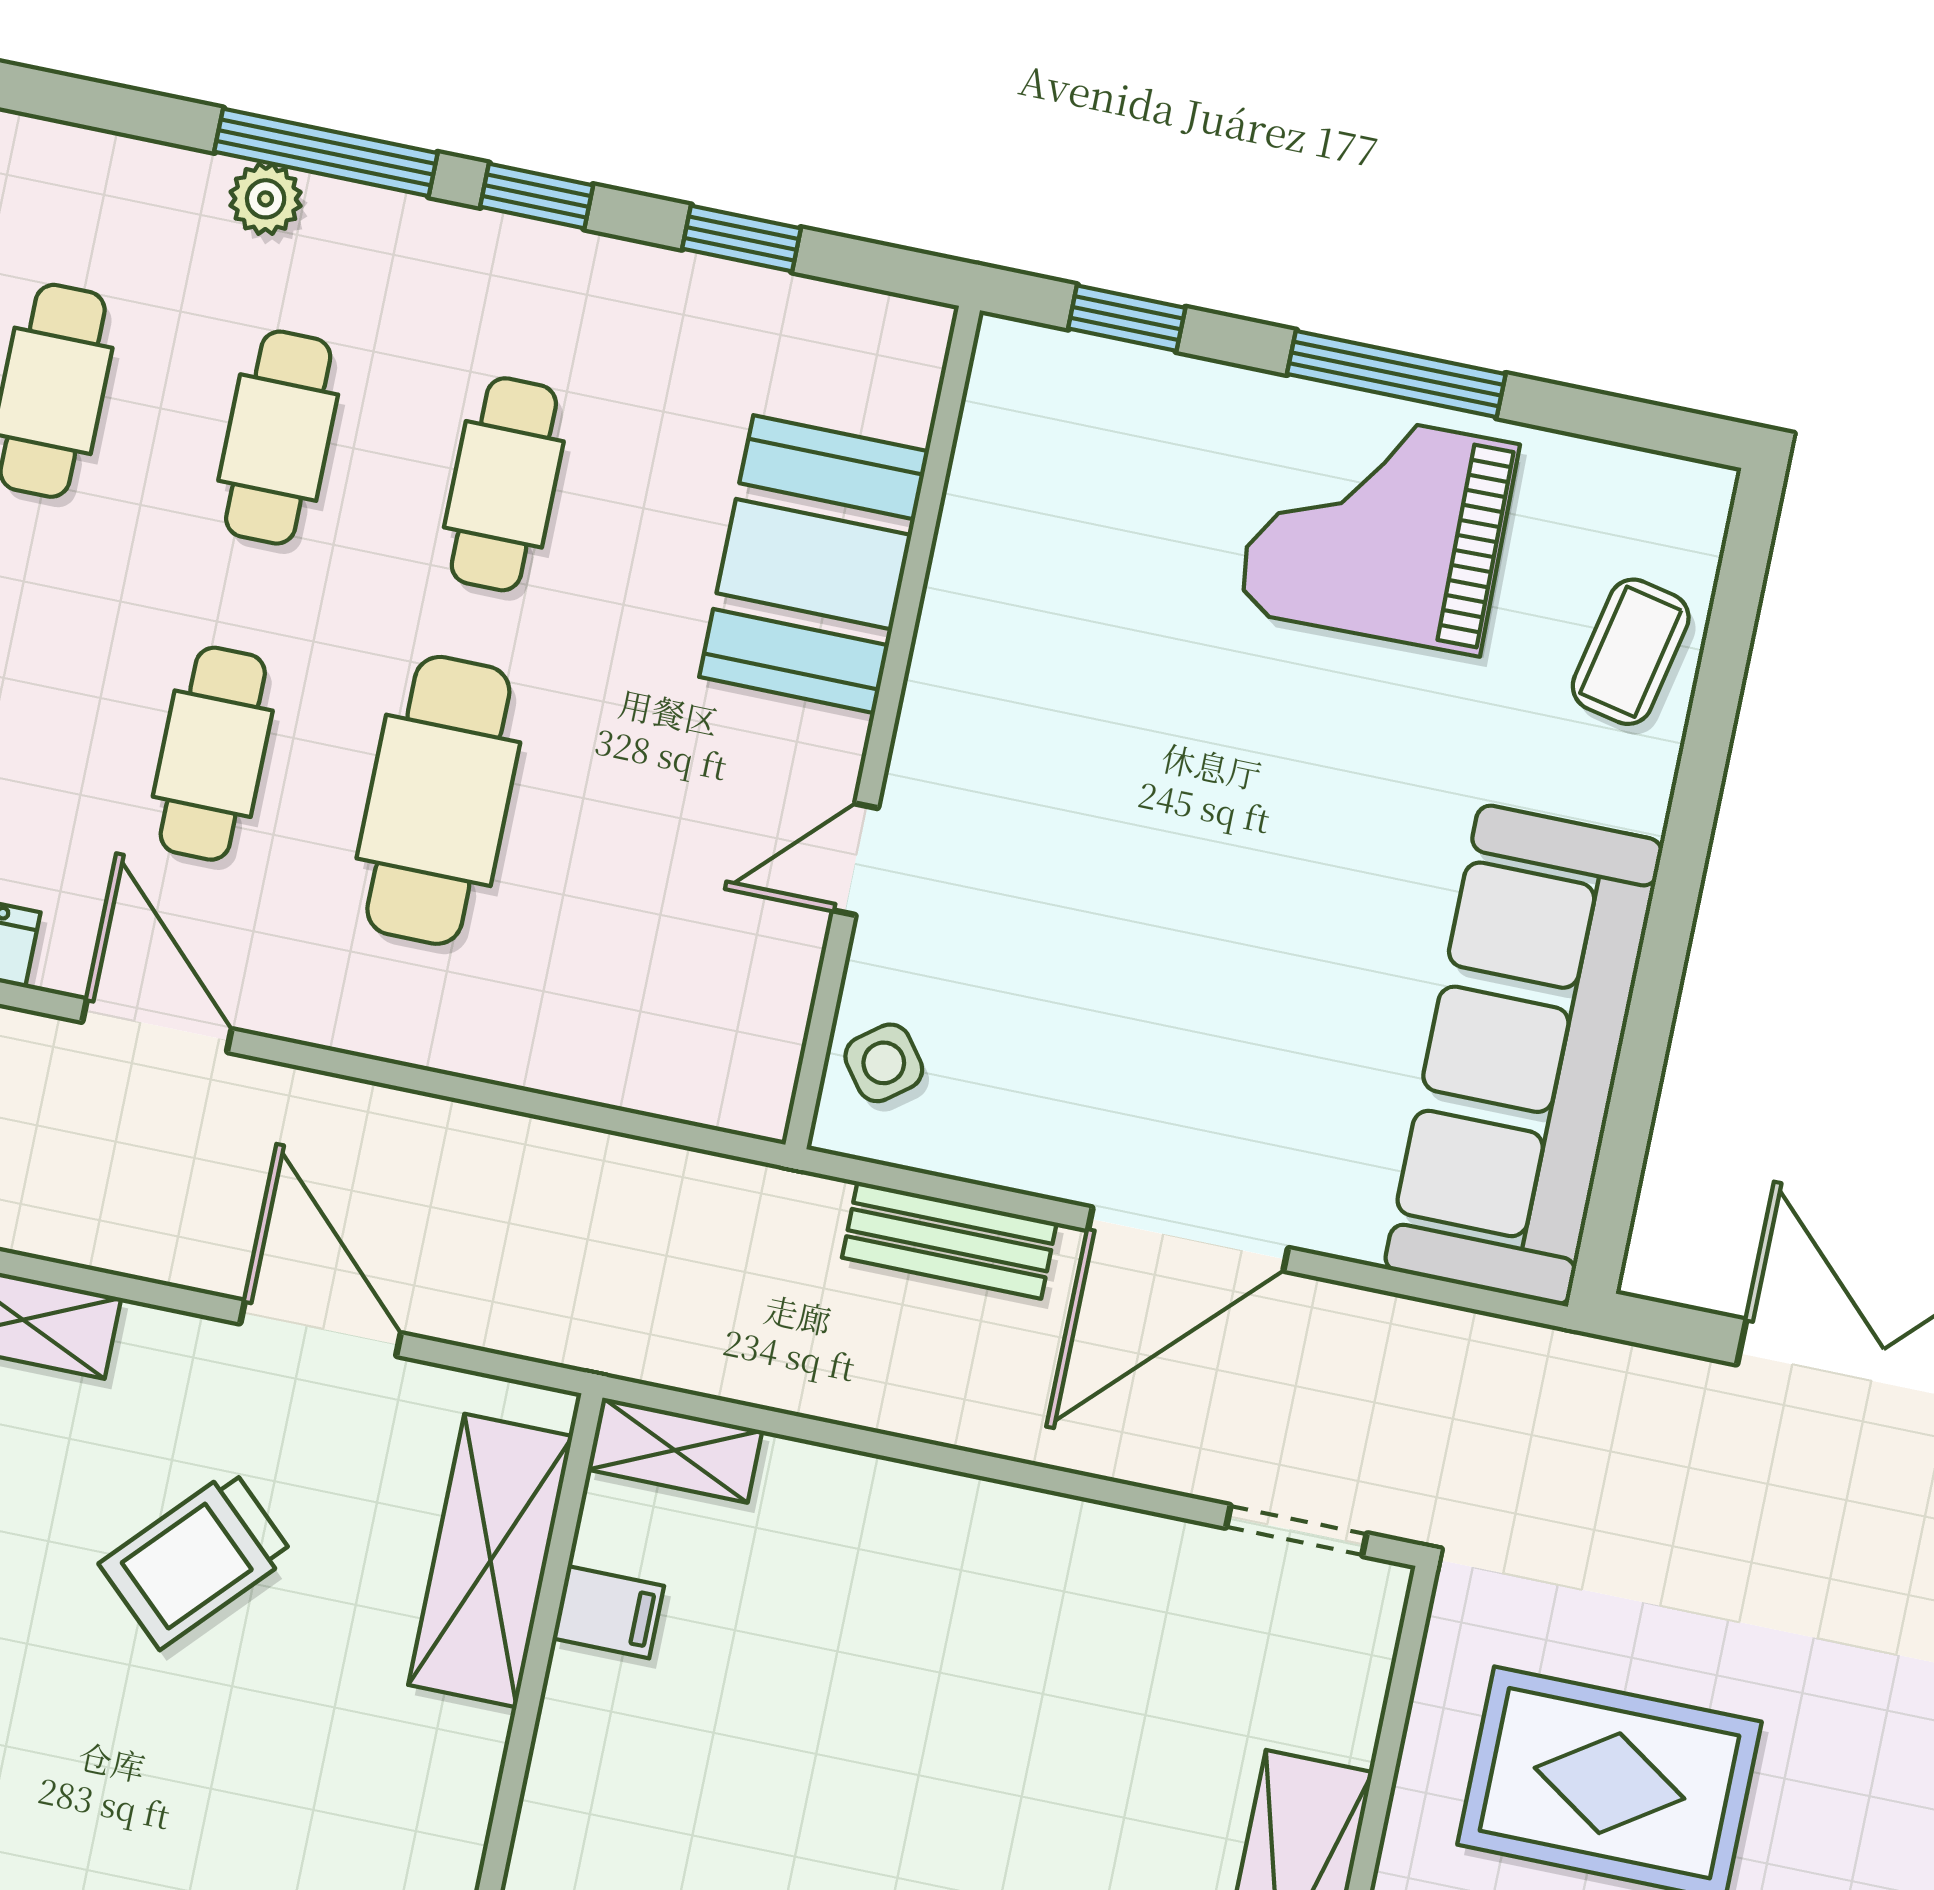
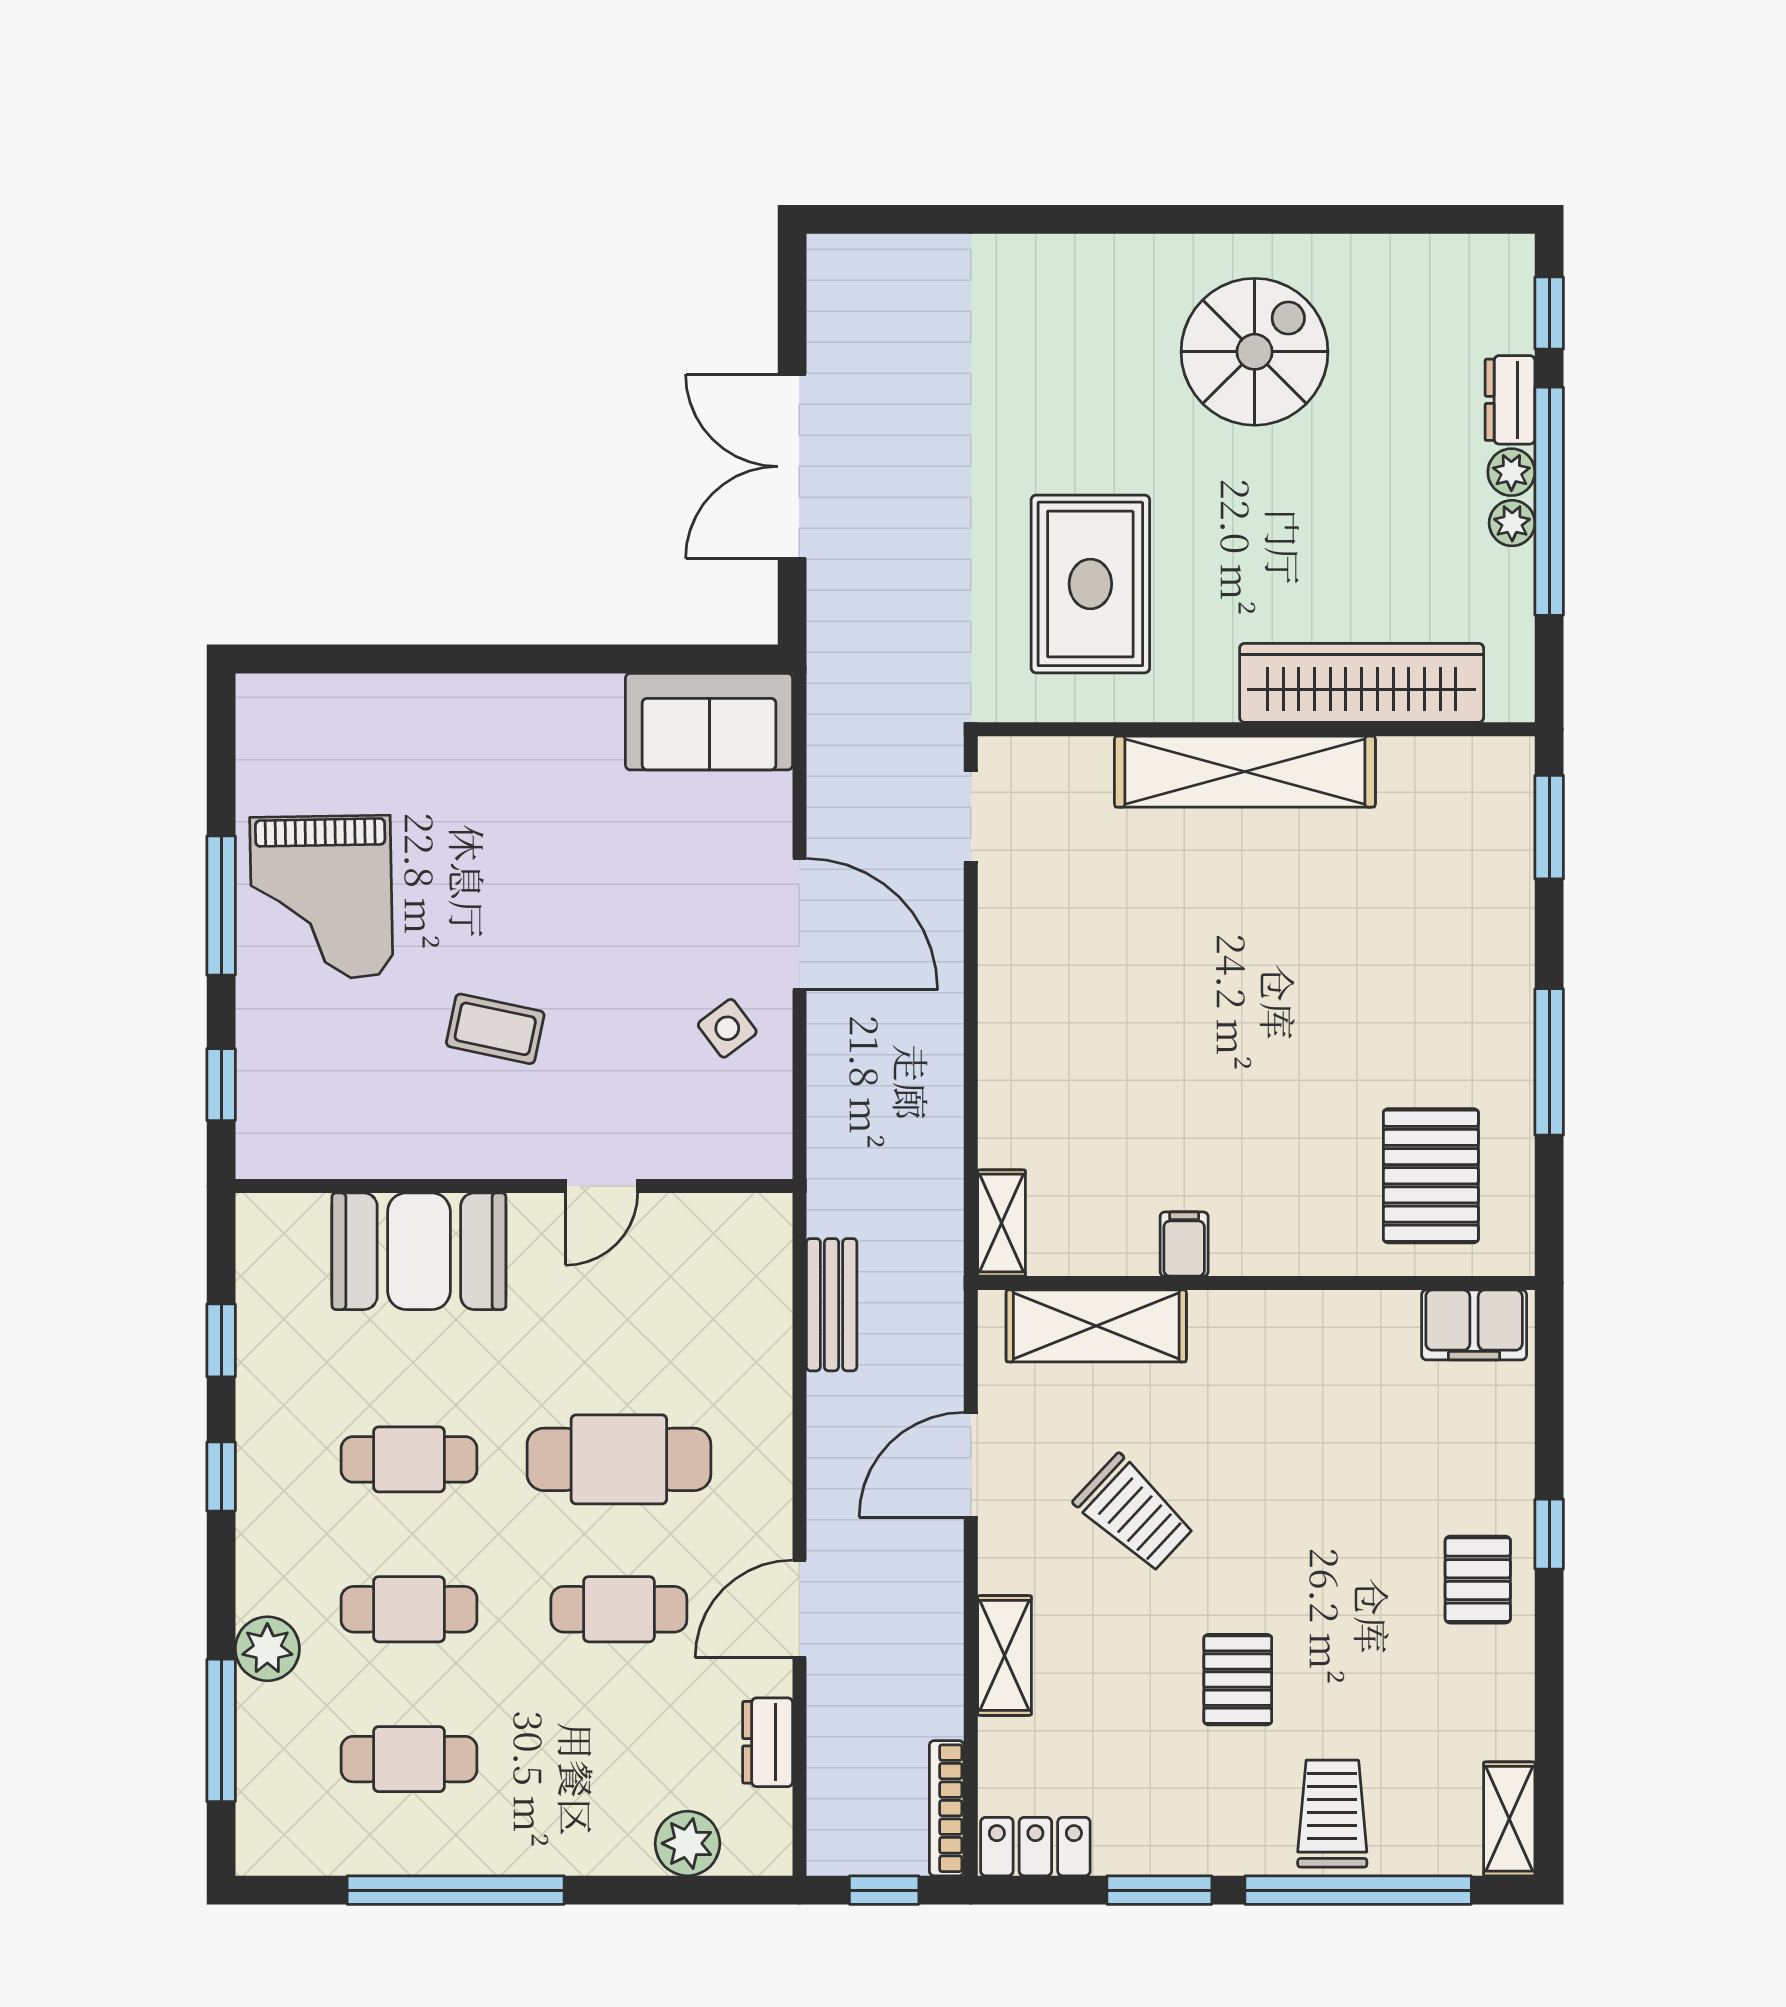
window: (326, 152) -> (221, 1730), moved
plant: (266, 199) -> (267, 1649), width x1.38, depth x1.38
coffee table: (1631, 652) -> (495, 1029), moved
door: (855, 859) -> (601, 1186), hinge flipped
sofa: (1524, 1055) -> (709, 722), width x0.54, depth x0.79
side table: (884, 1063) -> (727, 1028), moved
bench: (949, 1240) -> (832, 1305), moved
filing cabinet: (608, 1612) -> (1184, 1244), moved

